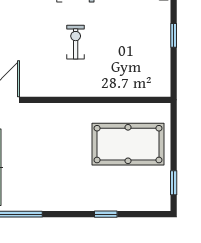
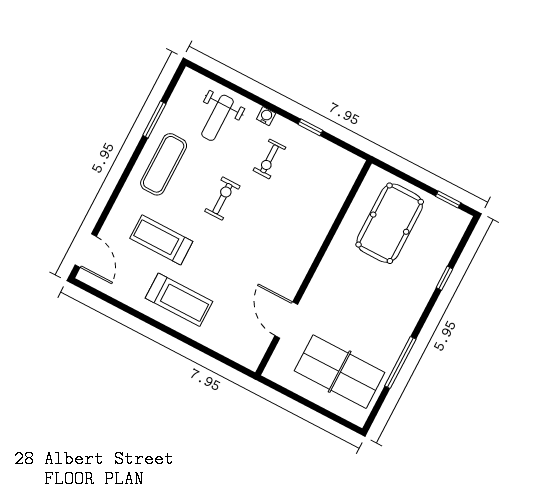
exercise bike: (76, 42) -> (269, 159), moved, turned -90

